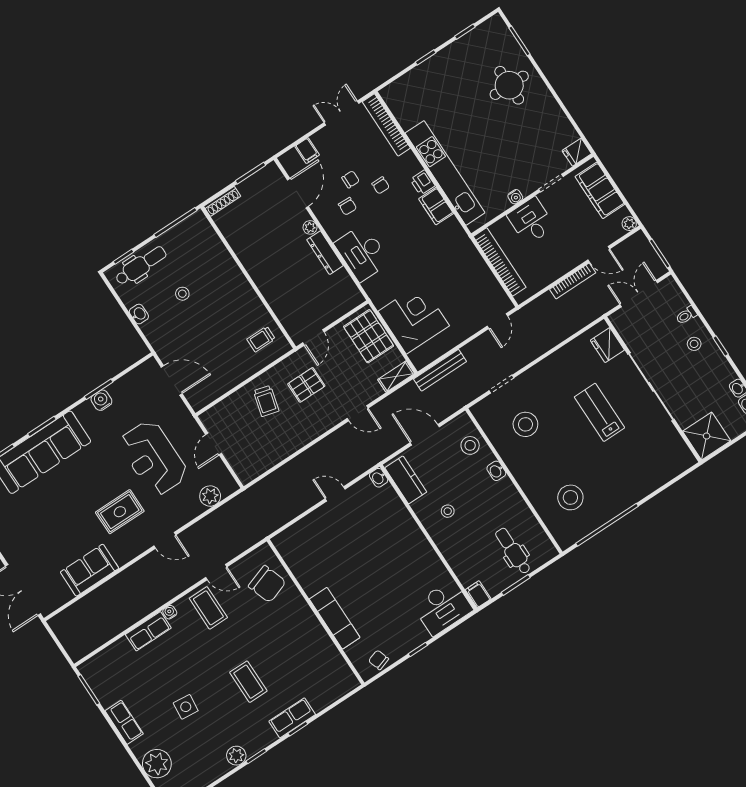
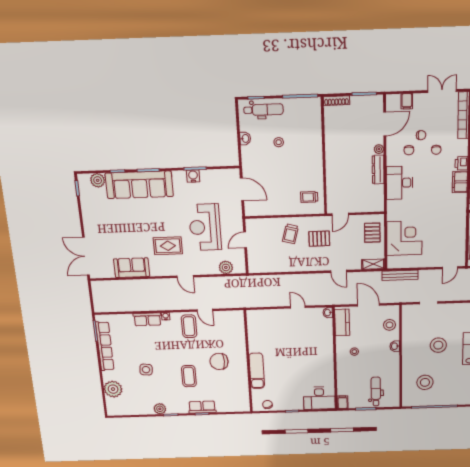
pallet: (369, 336) -> (372, 233), width x0.67, depth x0.71
stool: (525, 424) -> (438, 345), moved
chair: (267, 584) -> (219, 361), moved, turned 109
row of seats: (124, 722) -> (105, 346), width x2.02

